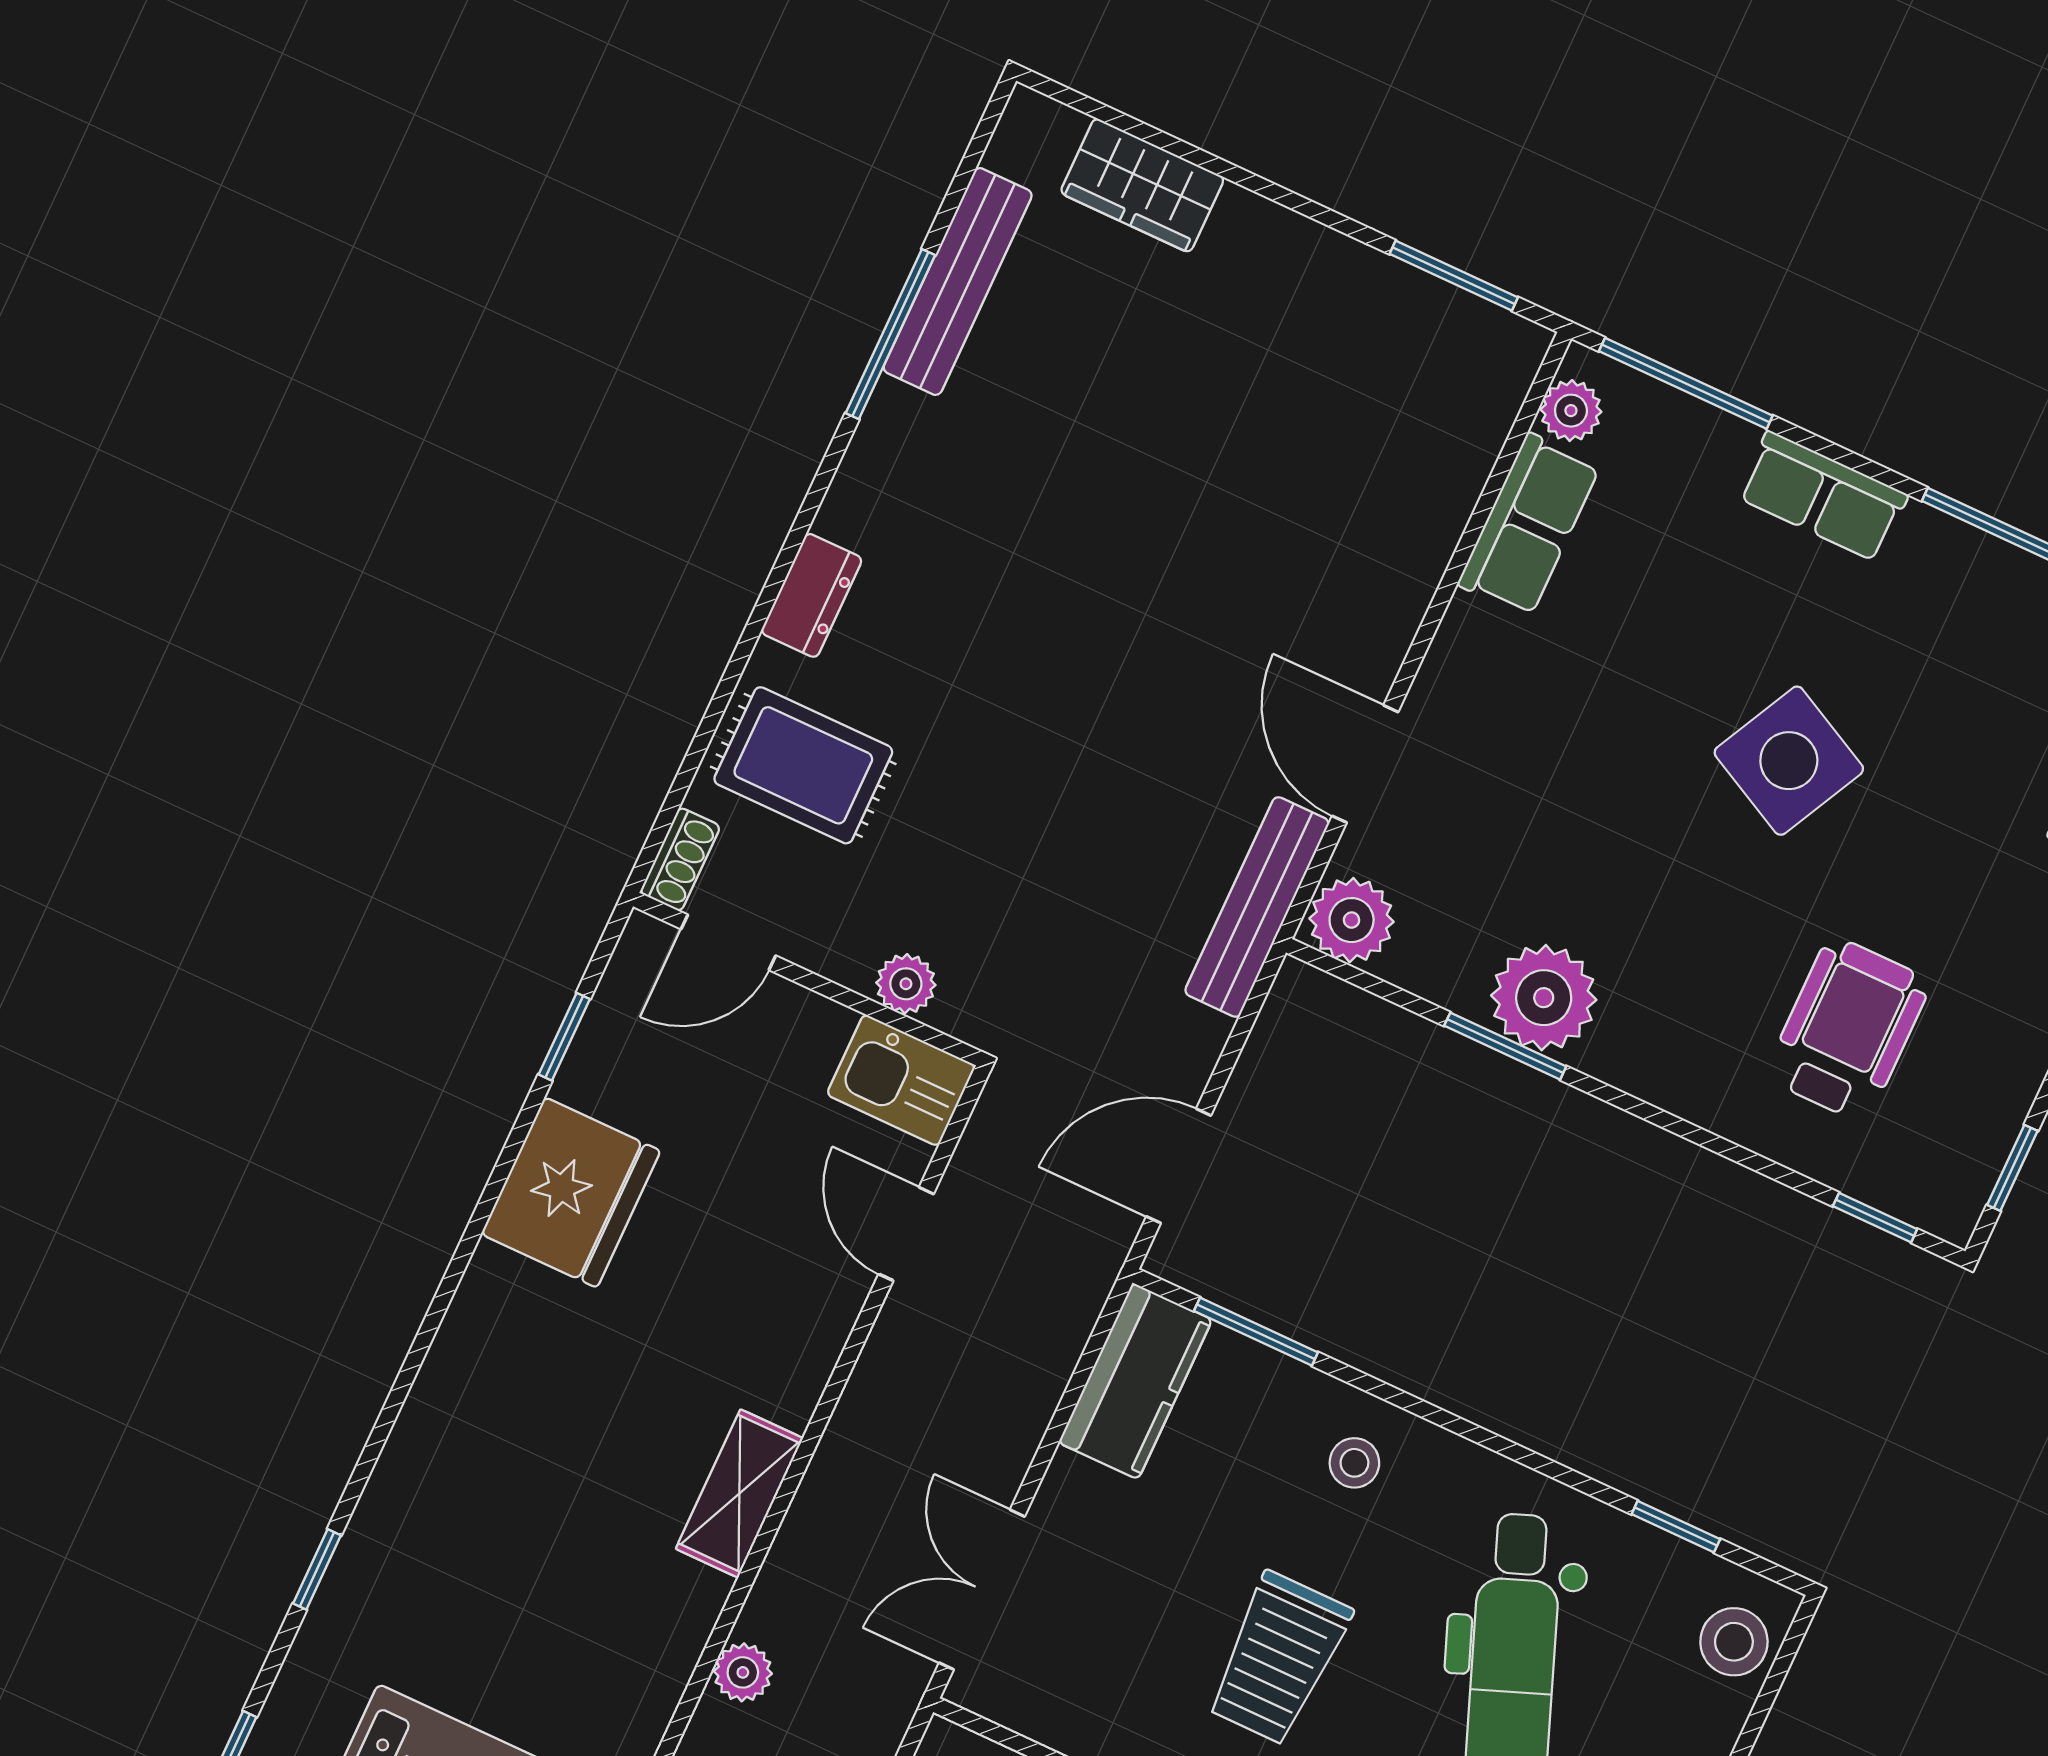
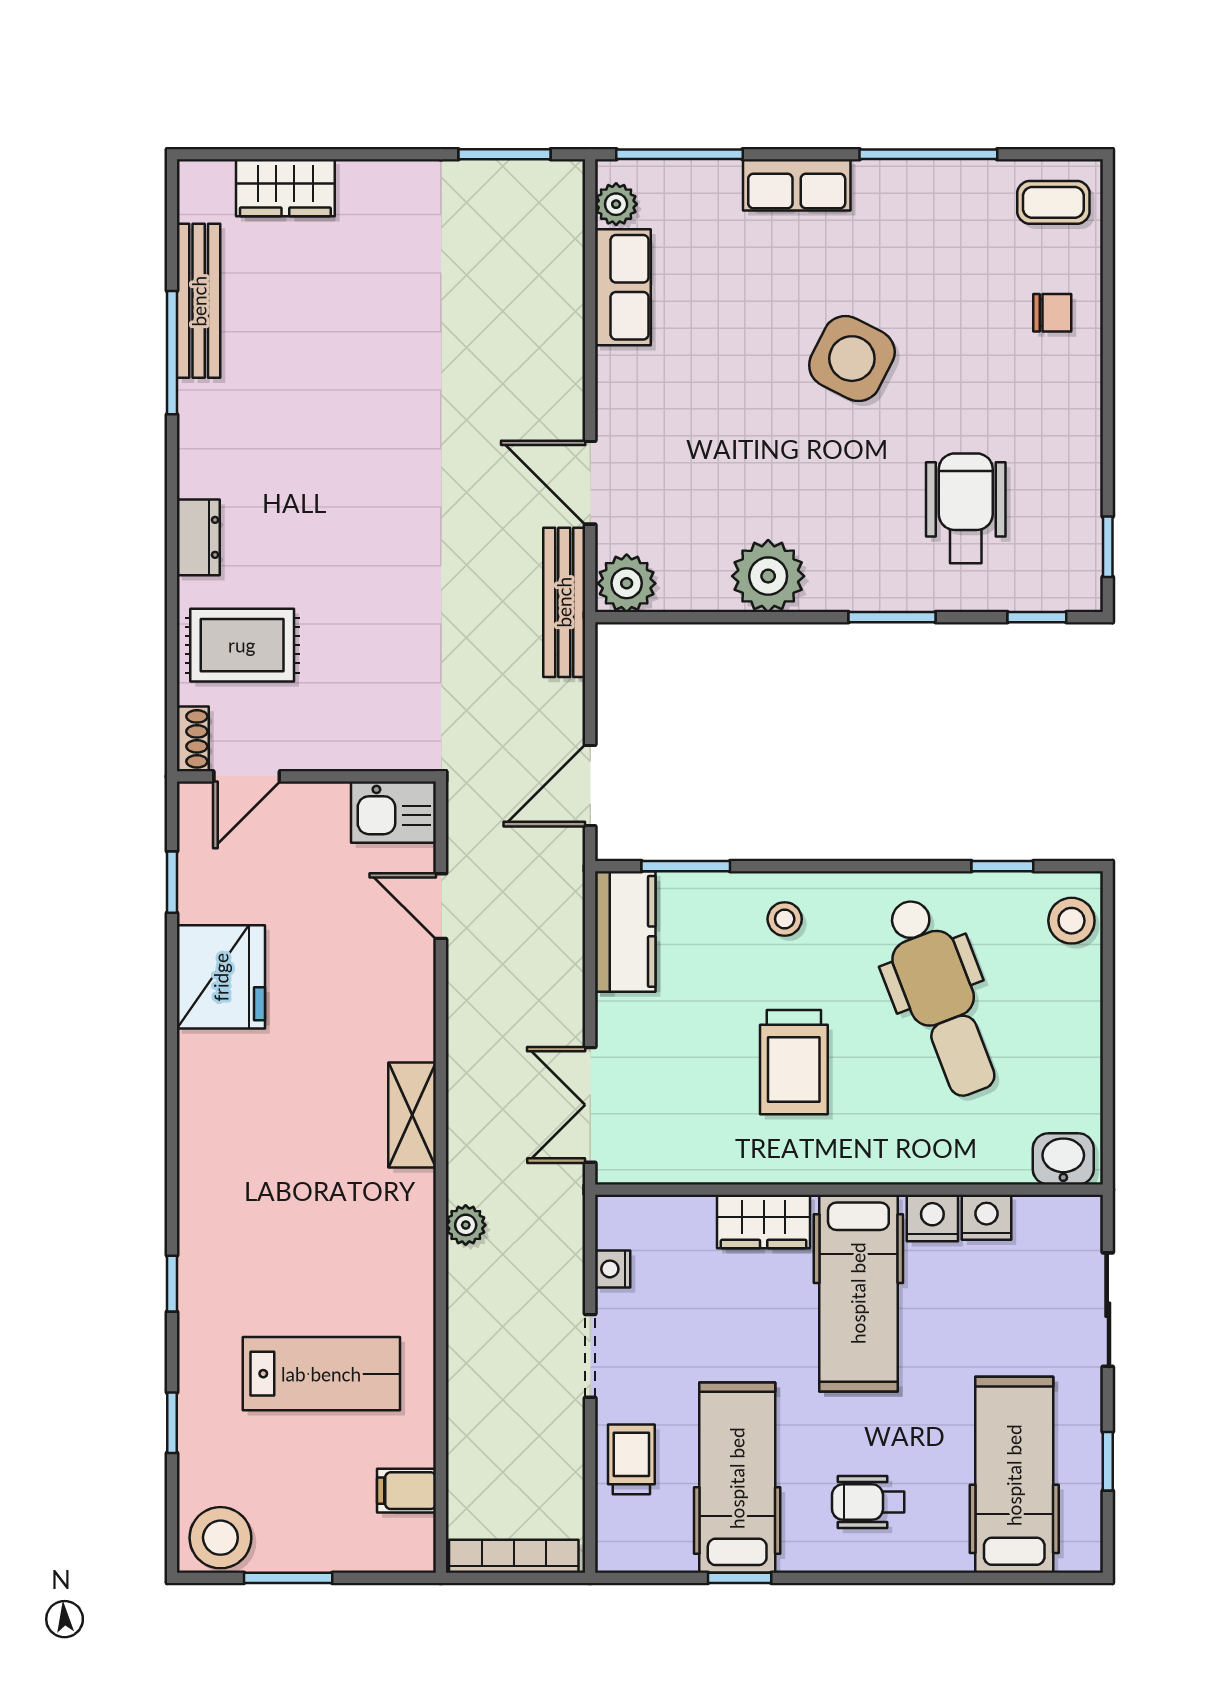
plant: (906, 984) -> (369, 751), removed
window: (1505, 1046) -> (892, 617), moved

